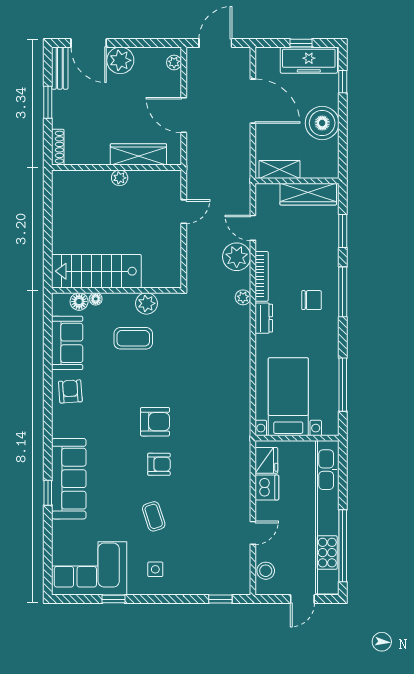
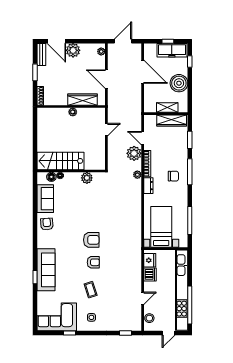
shelving: (279, 169) -> (167, 108), moved
coffee table: (133, 338) -> (80, 196), removed

